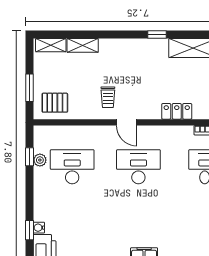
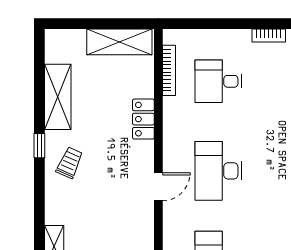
trolley: (108, 97) -> (70, 163), moved, turned -66

